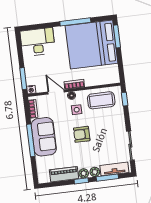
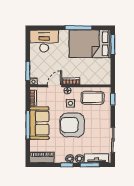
bed: (92, 44) -> (90, 44), width x0.73
door: (56, 92) -> (55, 86), hinge flipped
armchair: (82, 134) -> (72, 125), width x1.88, depth x1.88
piano: (64, 174) -> (42, 157), moved

